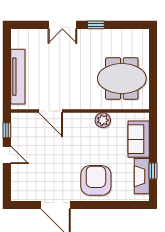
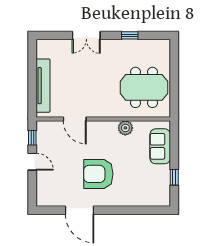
window: (96, 25) -> (130, 35), moved
fireplace: (142, 176) -> (163, 182), removed
armchair: (96, 180) -> (98, 174), moved, turned -90

